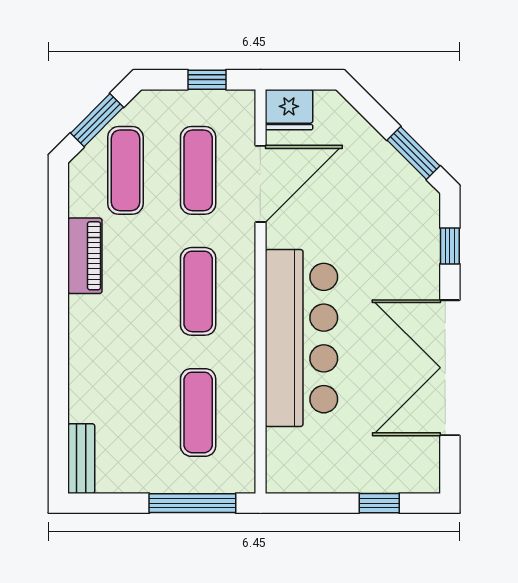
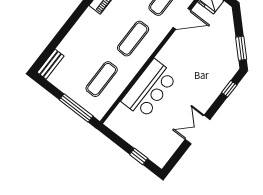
door: (260, 184) -> (182, 19), width x0.73
bar counter: (301, 338) -> (149, 89), width x0.73
double door: (450, 368) -> (198, 129), width x0.54

